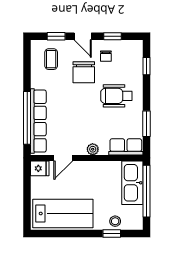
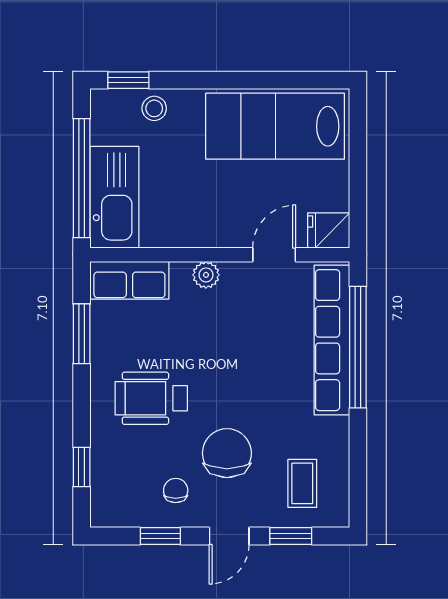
door: (83, 36) -> (229, 536), swing flipped
wheelchair: (116, 96) -> (151, 398), turned 180
window: (112, 233) -> (128, 80), moved

